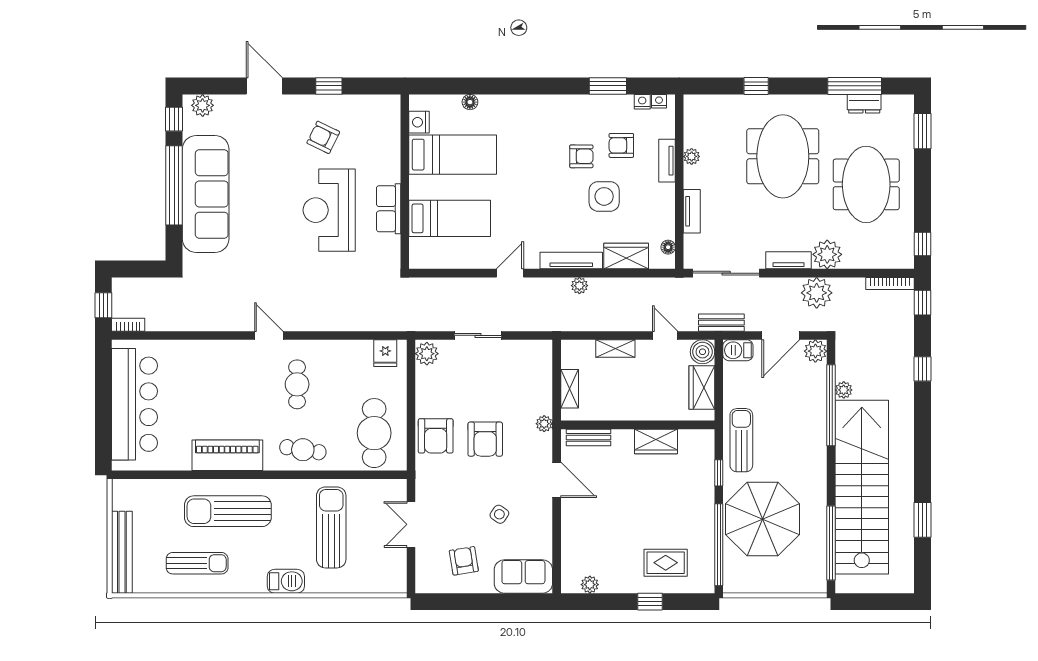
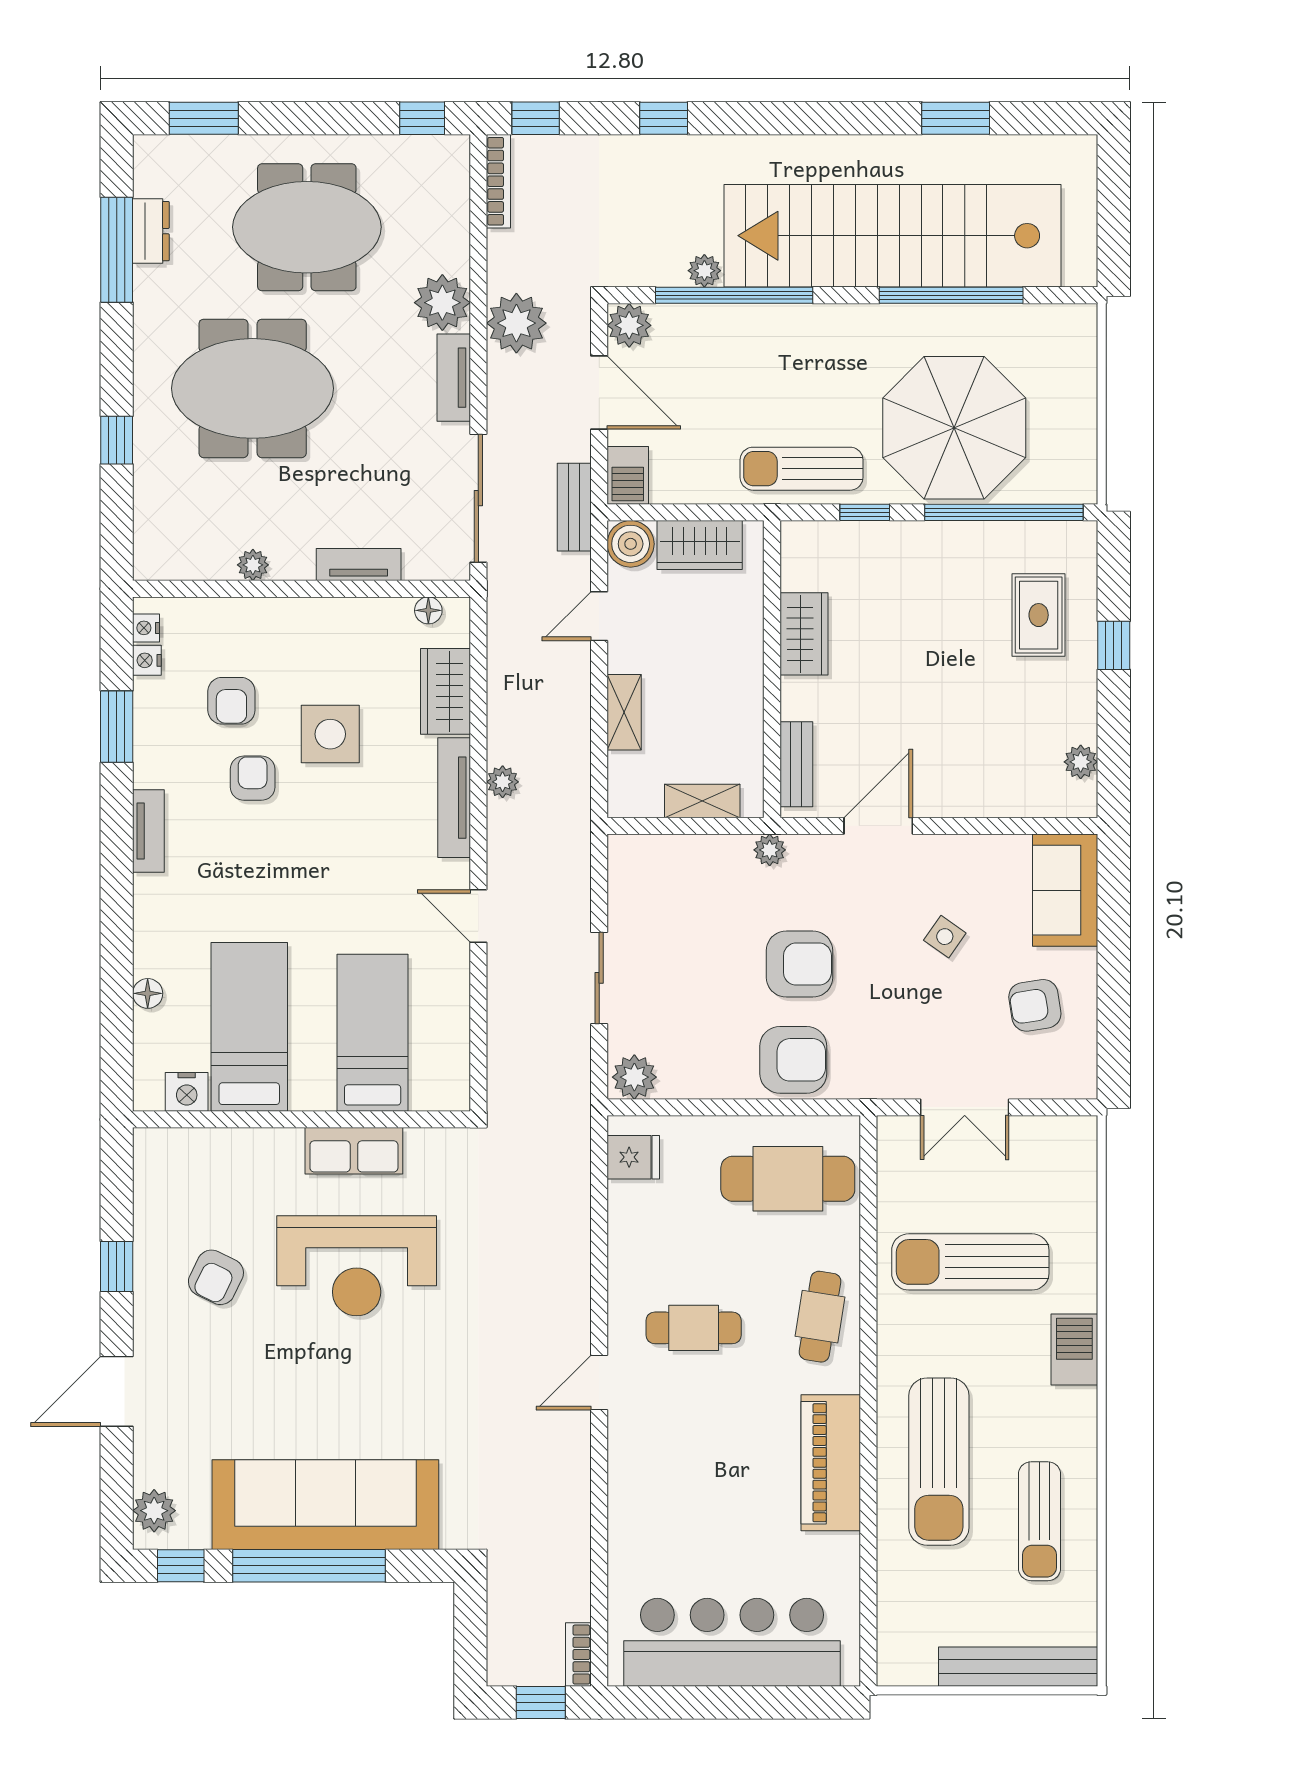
tv unit: (667, 161) -> (148, 831), moved, turned -90
window: (831, 543) -> (951, 295), moved
sun lounger: (197, 563) -> (1040, 1521), turned 180

